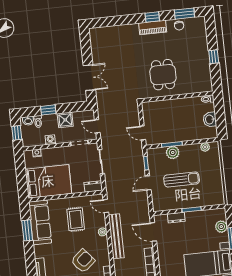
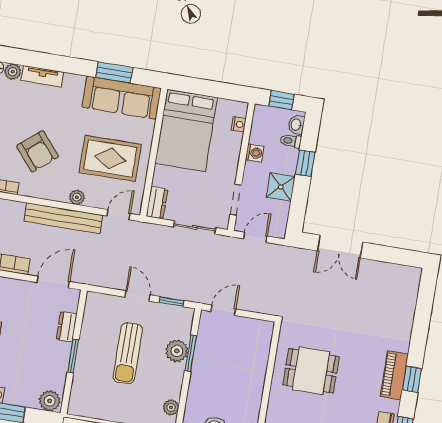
rug: (76, 219) -> (110, 158), width x1.36, depth x1.43
plant: (221, 227) -> (50, 401), moved

